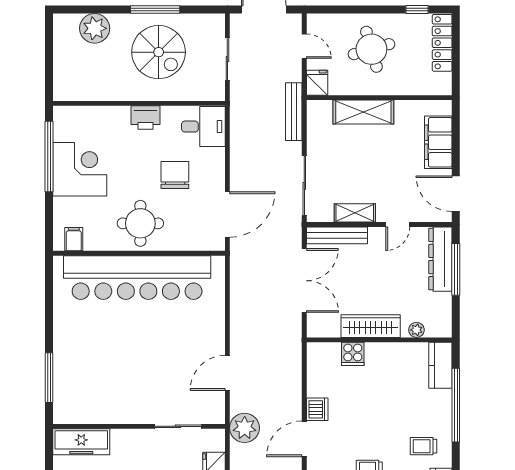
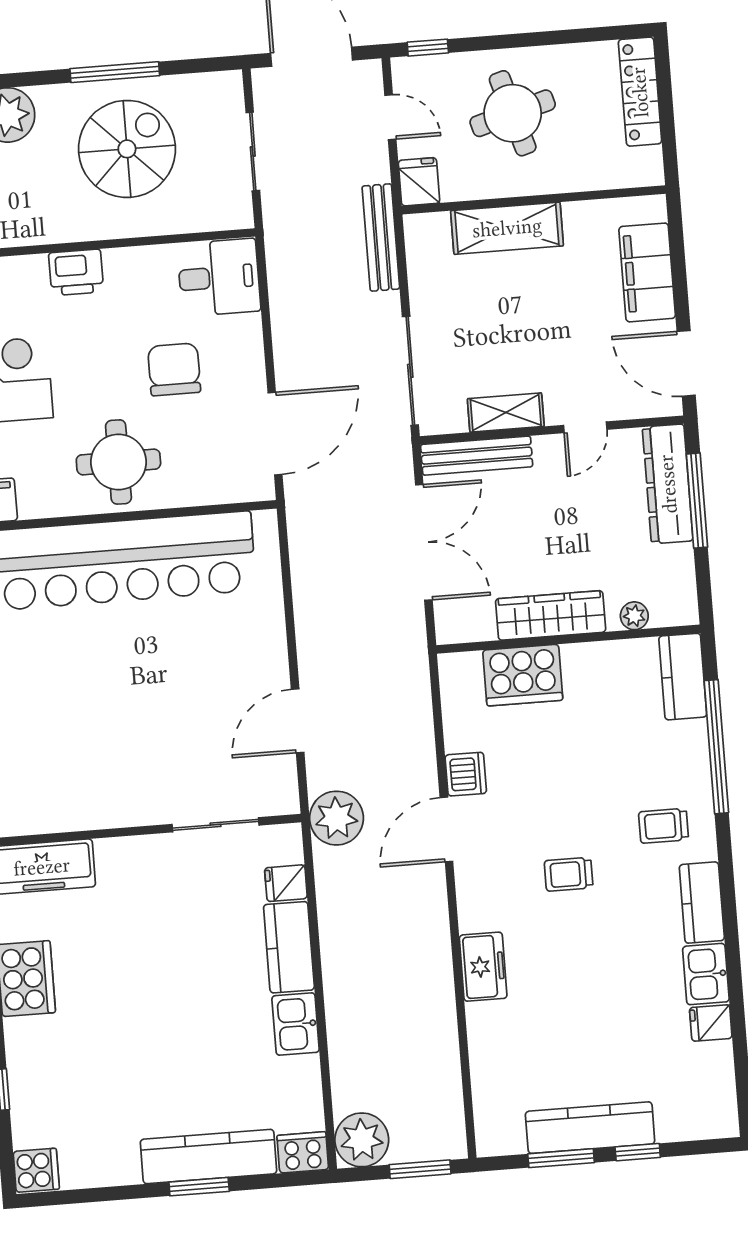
window: (417, 10) -> (428, 48), moved
spiral stairs: (159, 52) -> (127, 149), turned -90
printer: (145, 118) -> (76, 272), moved
cooker: (353, 354) -> (523, 675), width x1.87, depth x1.31

